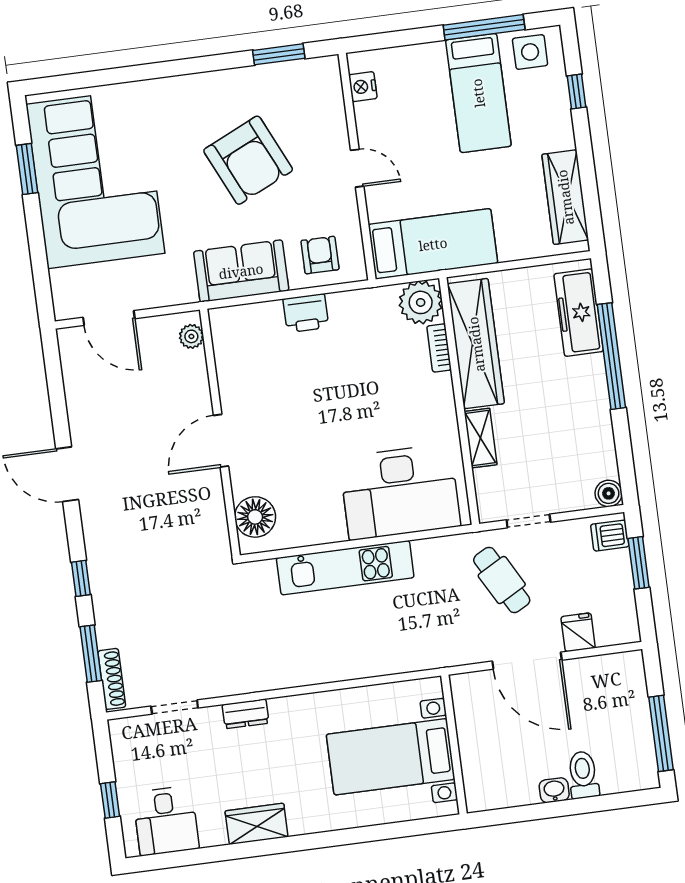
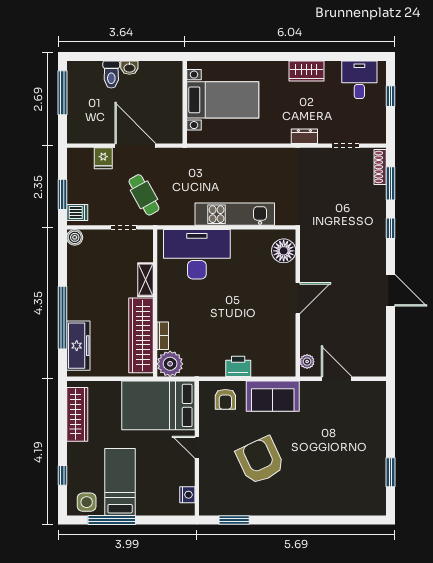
corner sofa: (95, 179) -> (351, 461), removed
bed: (433, 244) -> (158, 405), width x1.50
door: (109, 318) -> (337, 379), moved

